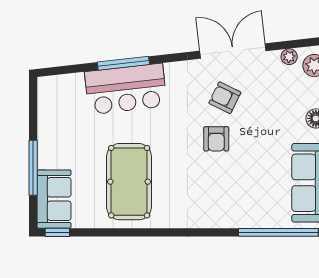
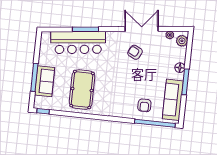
bar counter: (126, 89) -> (78, 43), width x1.36
armchair: (216, 139) -> (144, 105), moved
sofa: (54, 199) -> (45, 81), moved

